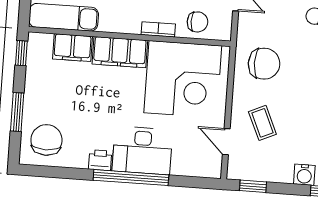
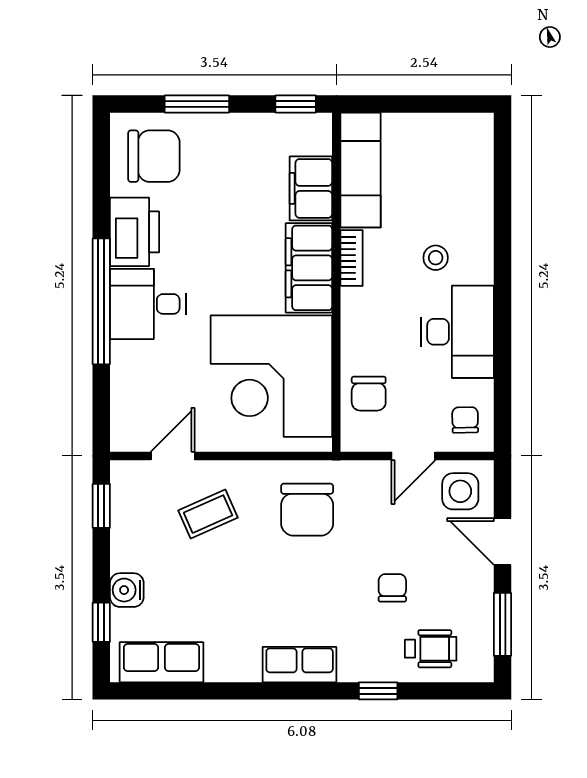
bookcase: (158, 29) -> (352, 258), moved
desk: (142, 151) -> (148, 304), width x0.73
printer: (100, 160) -> (134, 232), width x1.87, depth x1.48

